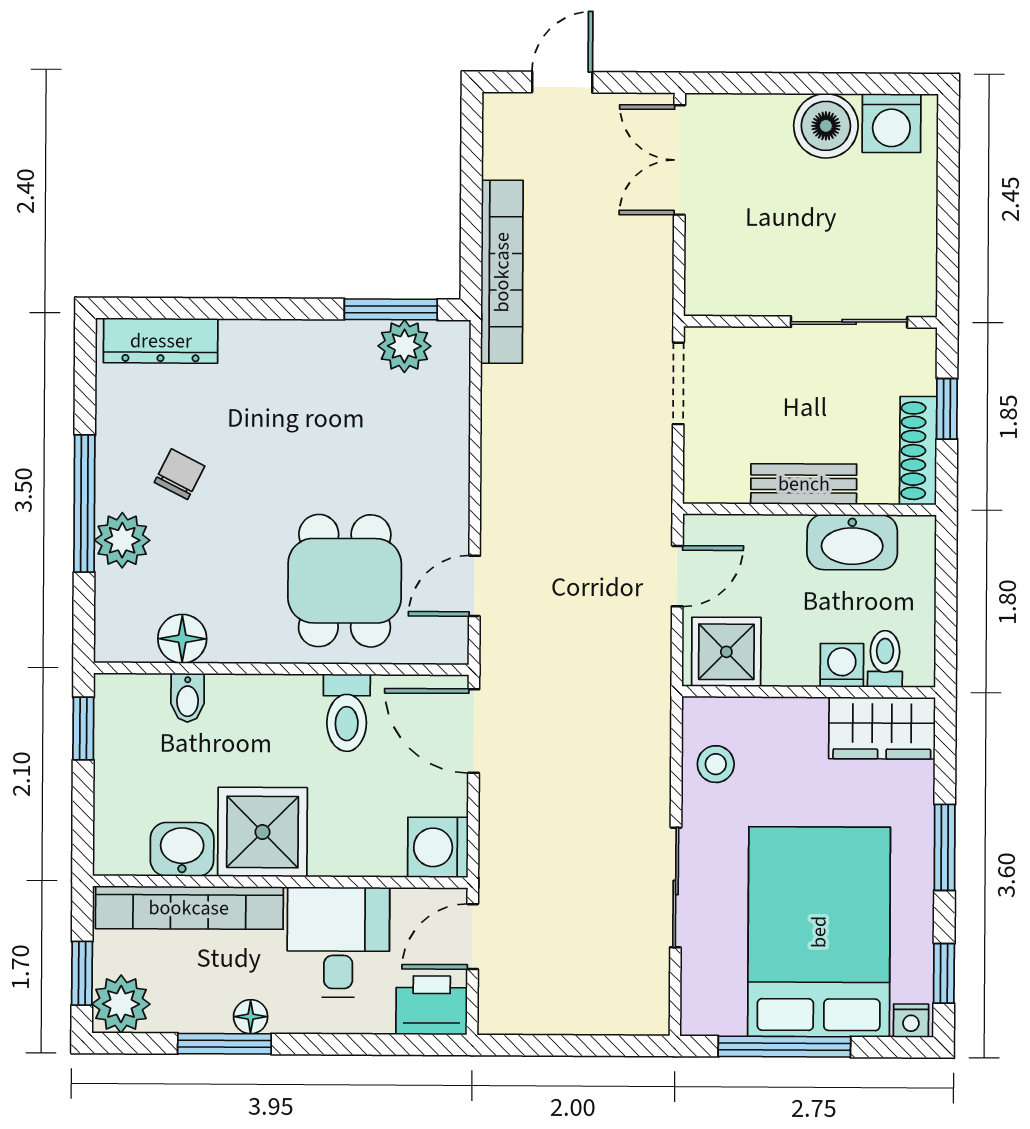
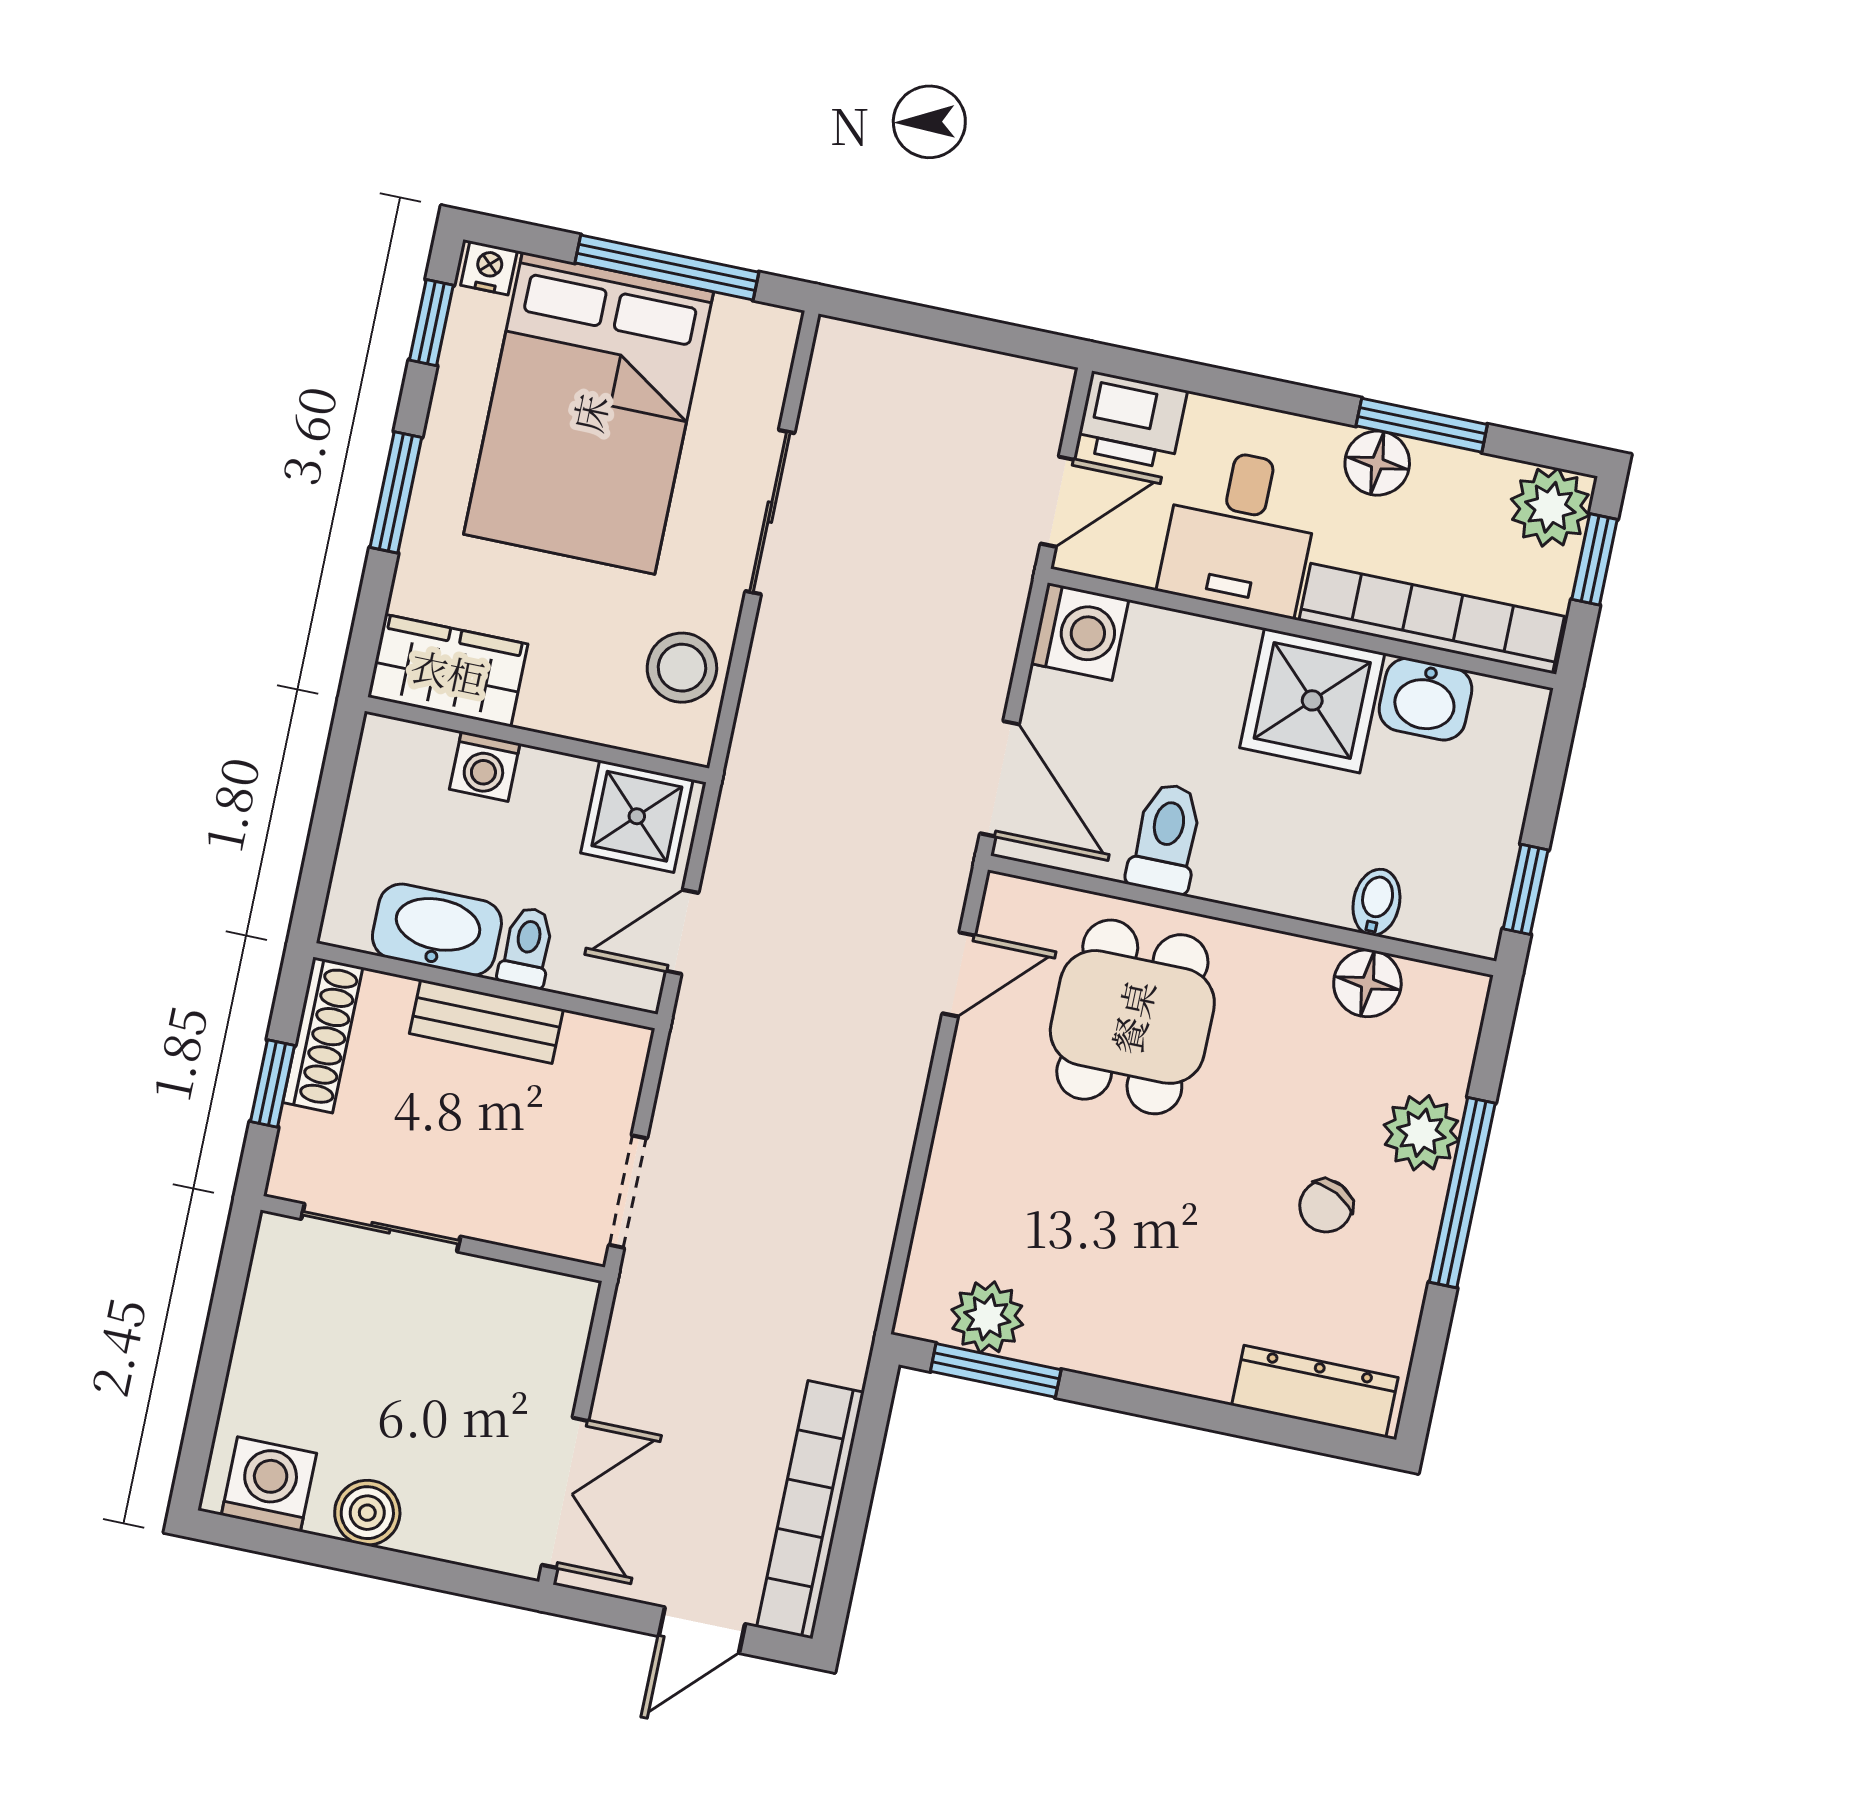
boiler: (826, 126) -> (367, 1513), width x0.73, depth x0.73
bookcase: (502, 272) -> (810, 1510), moved
toilet: (885, 659) -> (527, 947), moved, turned 180
stool: (716, 764) -> (682, 668), width x1.37, depth x1.37
floor lamp: (251, 1017) -> (1377, 463), width x1.37, depth x1.37

